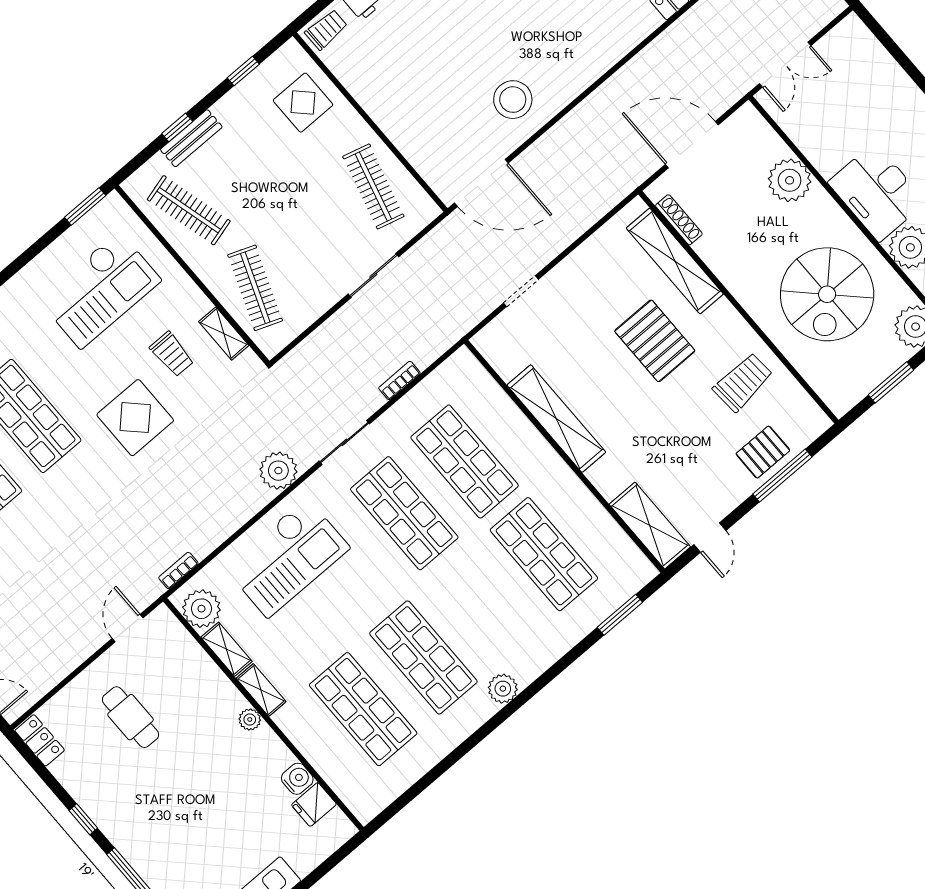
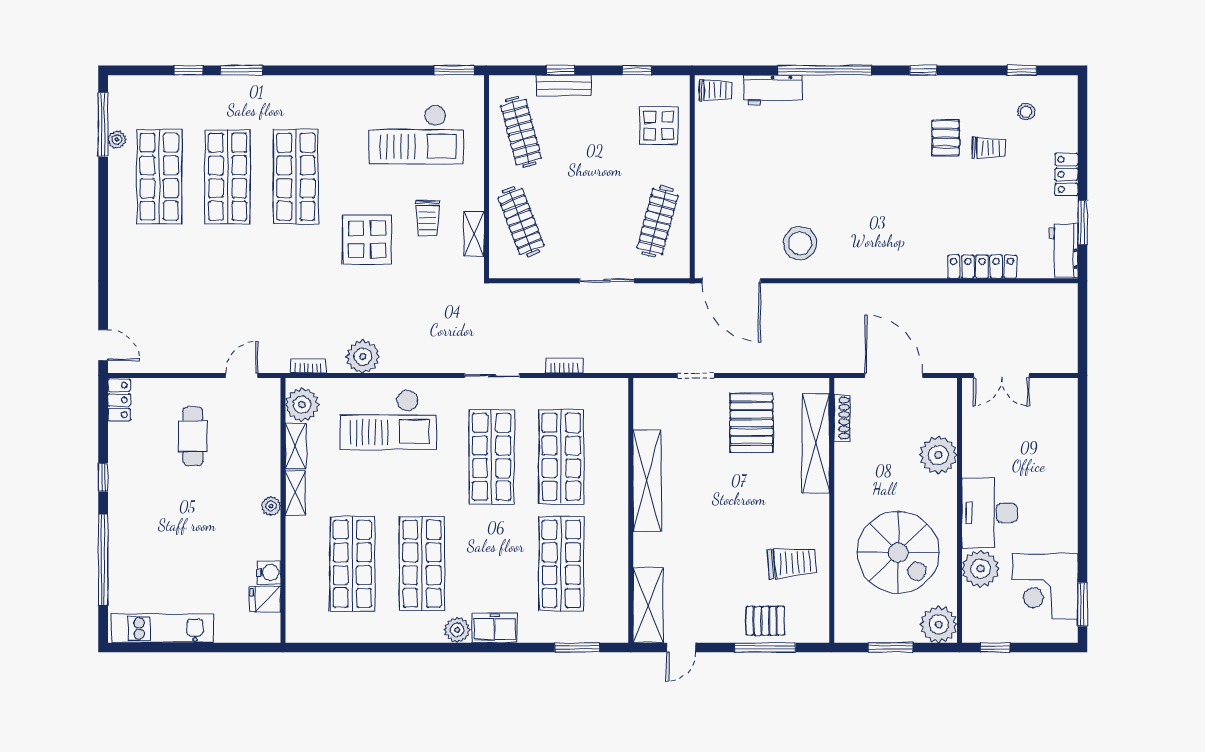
clothes rail: (255, 288) -> (521, 222), turned -42
spiral stairs: (827, 294) -> (898, 552), turned -90
pallet: (655, 341) -> (751, 423), moved
plant: (278, 471) -> (363, 357), moved
freezer: (534, 659) -> (495, 628), added

